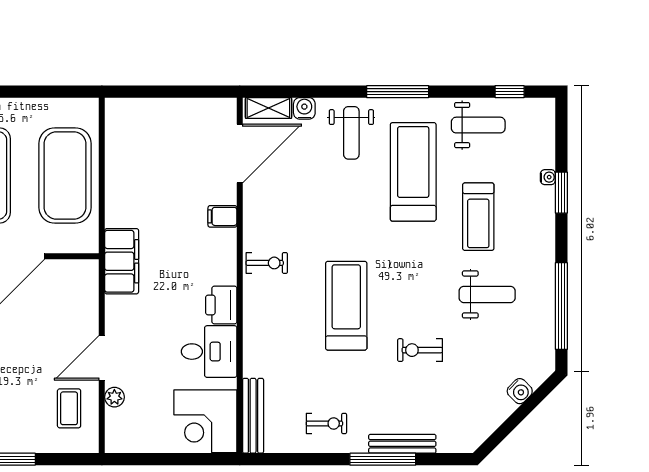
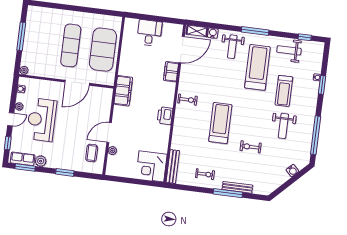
weight bench: (478, 125) -> (289, 50), turned 180
filing cabinet: (222, 216) -> (171, 72), width x2.00
weight bench: (487, 294) -> (283, 126), turned 90
desk: (209, 352) -> (149, 33), moved, turned -90

